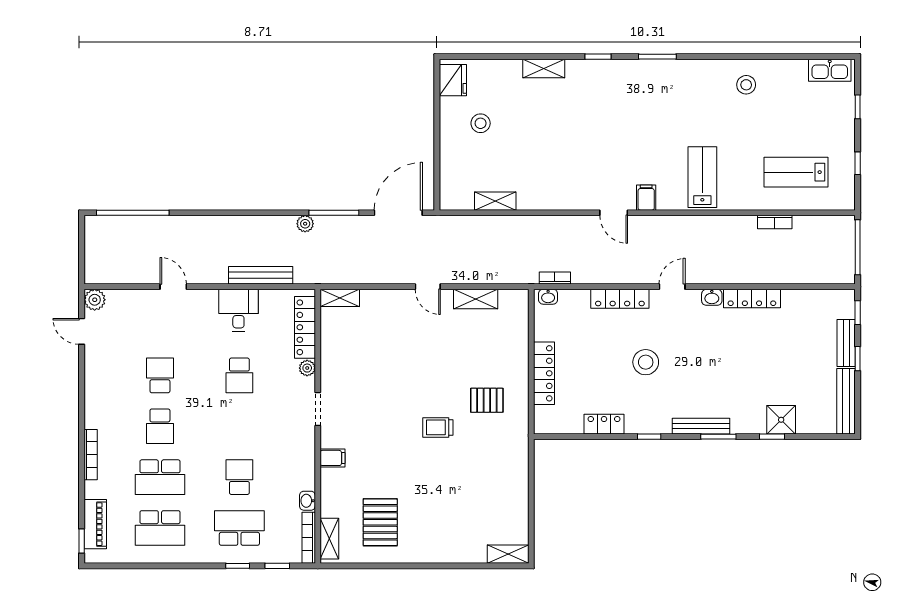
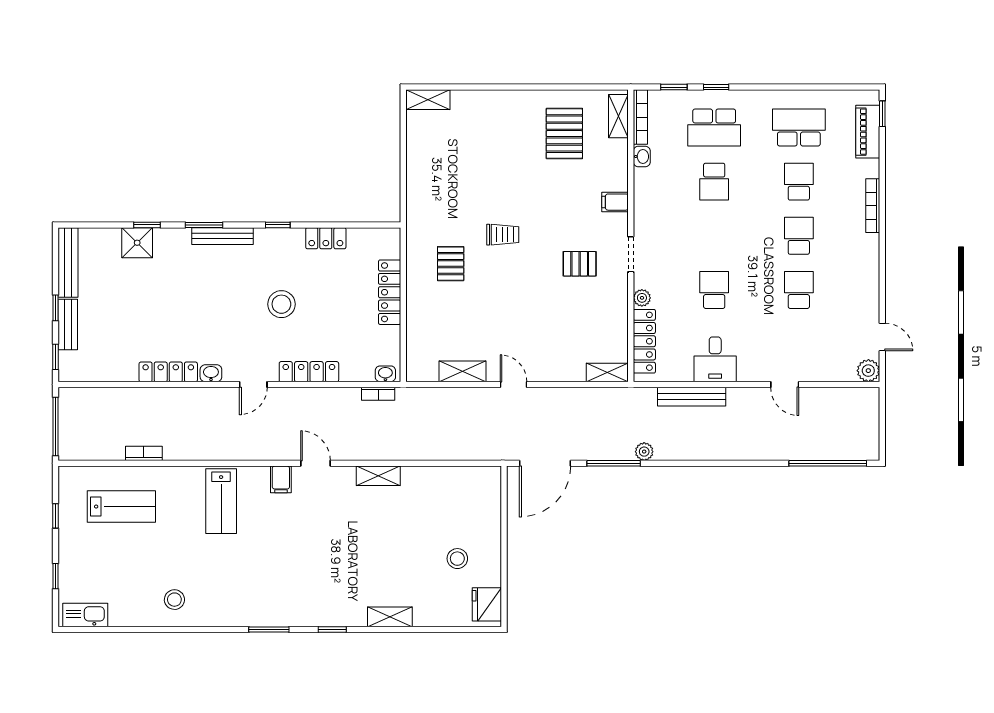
shelving: (495, 201) -> (378, 476), moved
school desk: (160, 375) -> (799, 290), turned 180
pallet: (366, 400) -> (580, 264), added
pallet: (487, 400) -> (451, 264), turned 90
school desk: (160, 477) -> (799, 182), width x0.54

